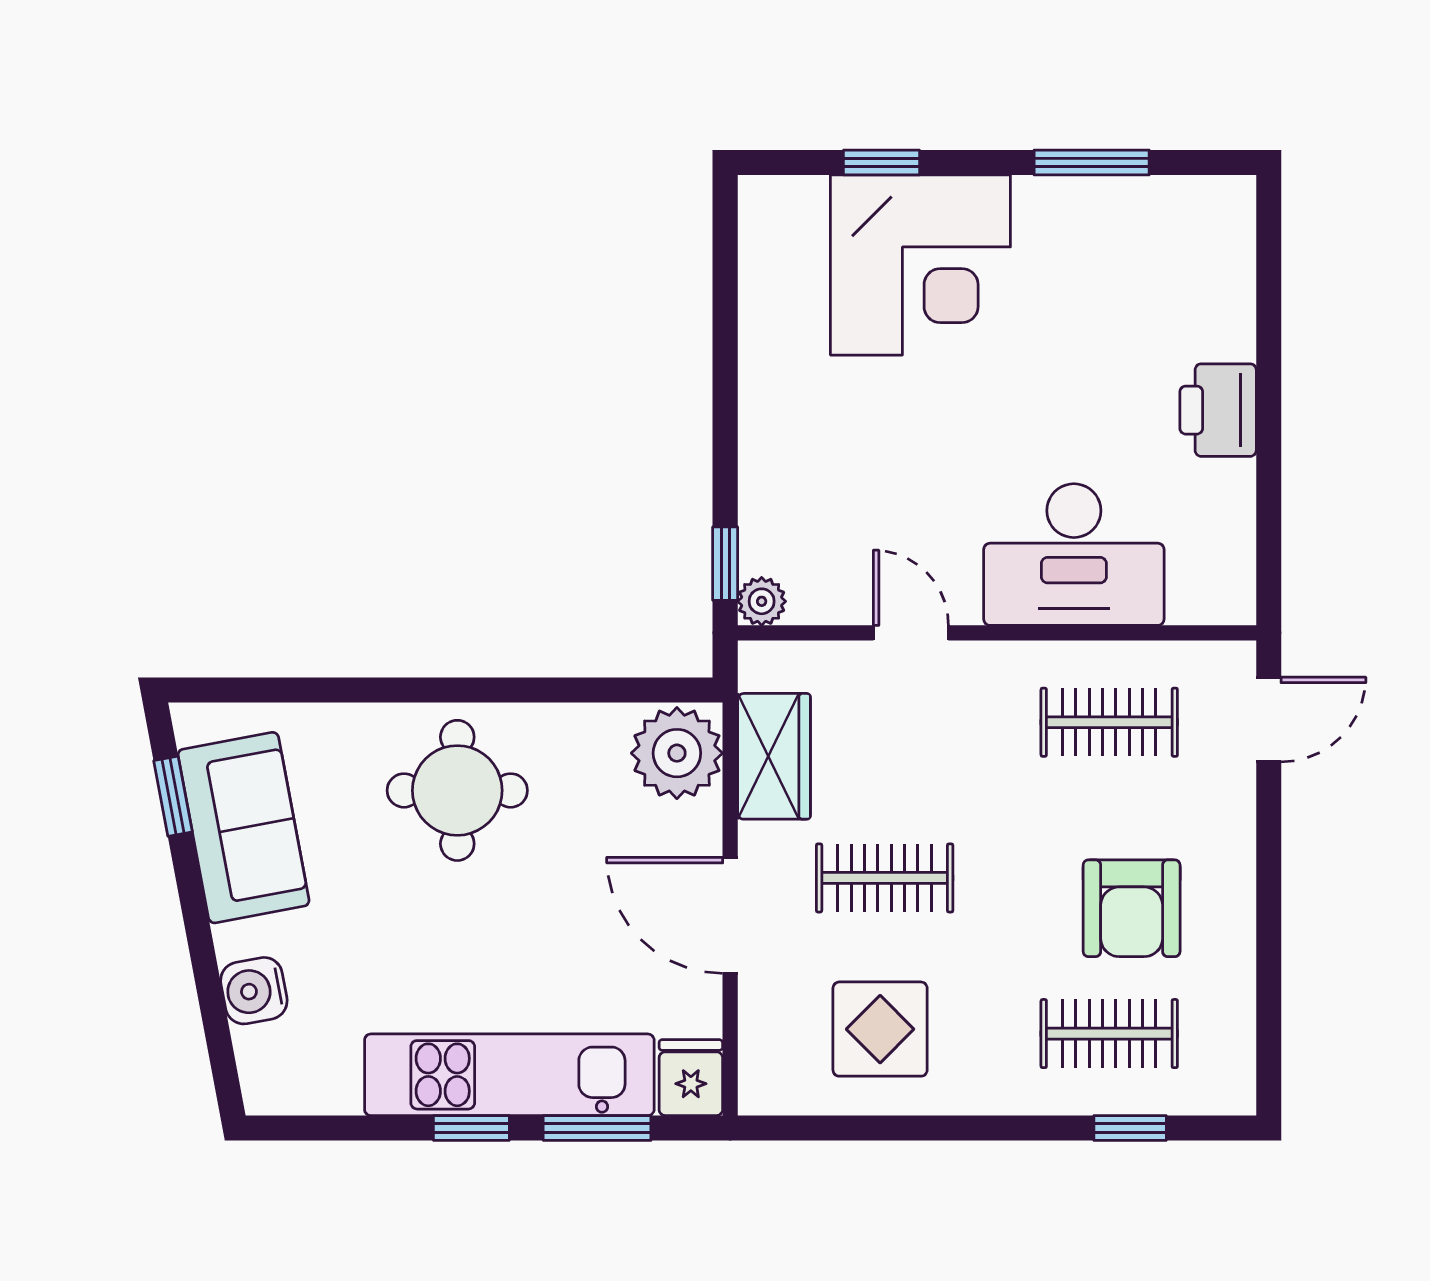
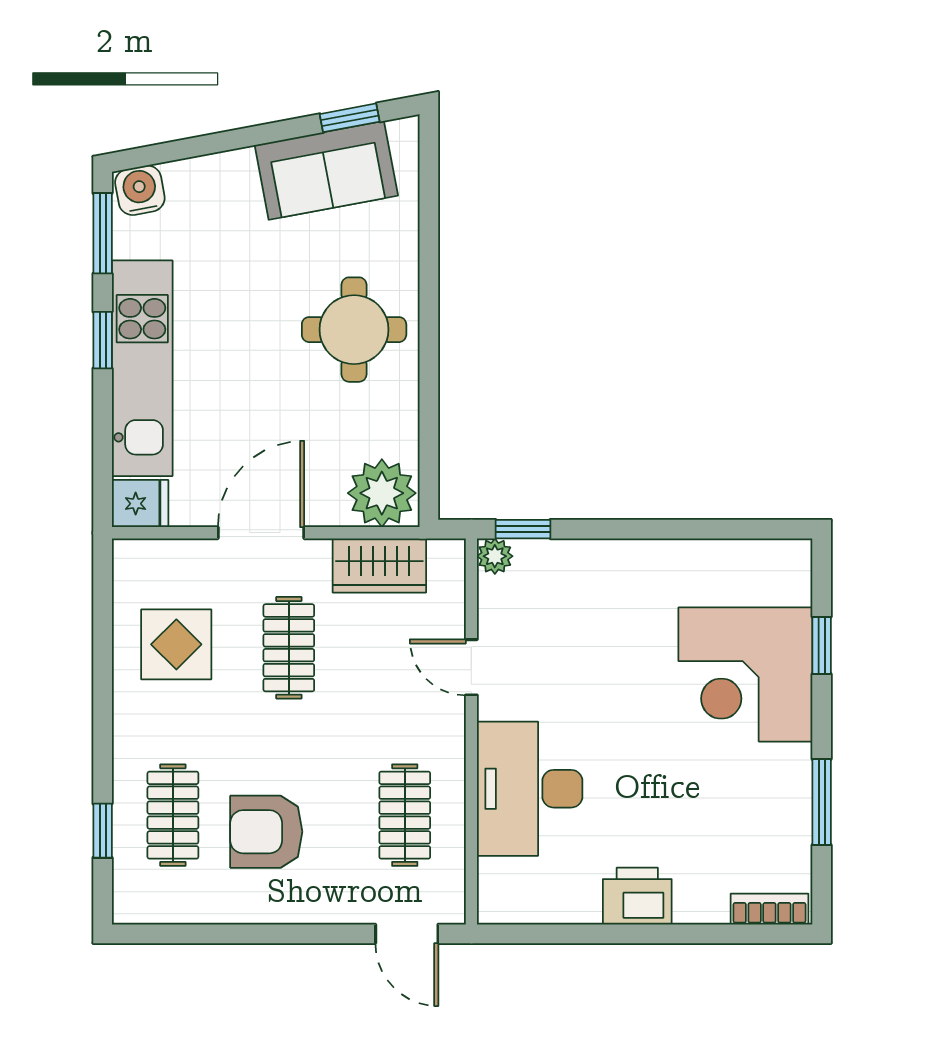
bookcase: (1235, 233) -> (769, 909), added
door: (911, 633) -> (471, 667), swing flipped
water cooler: (254, 991) -> (140, 190), moved
window: (597, 1128) -> (103, 233), moved

